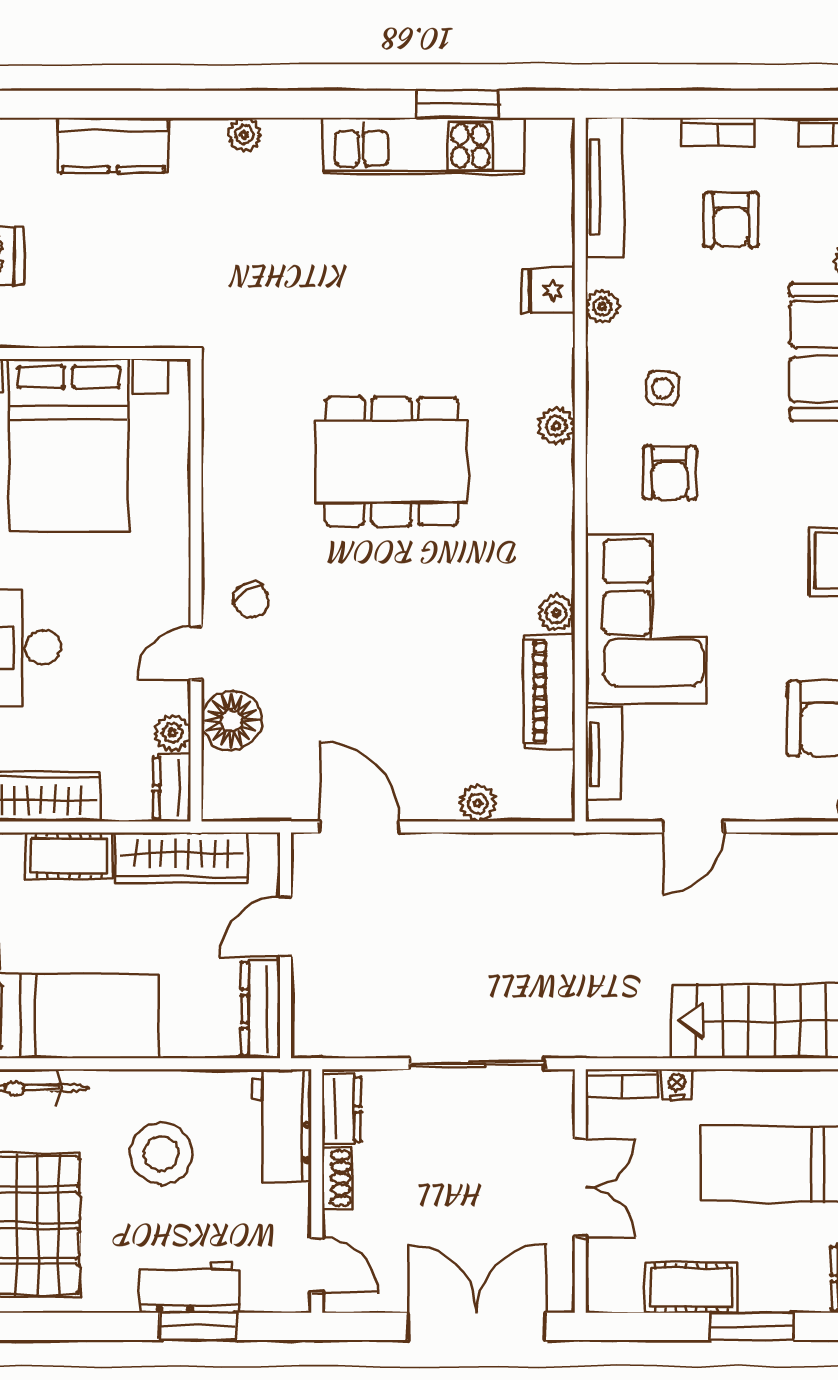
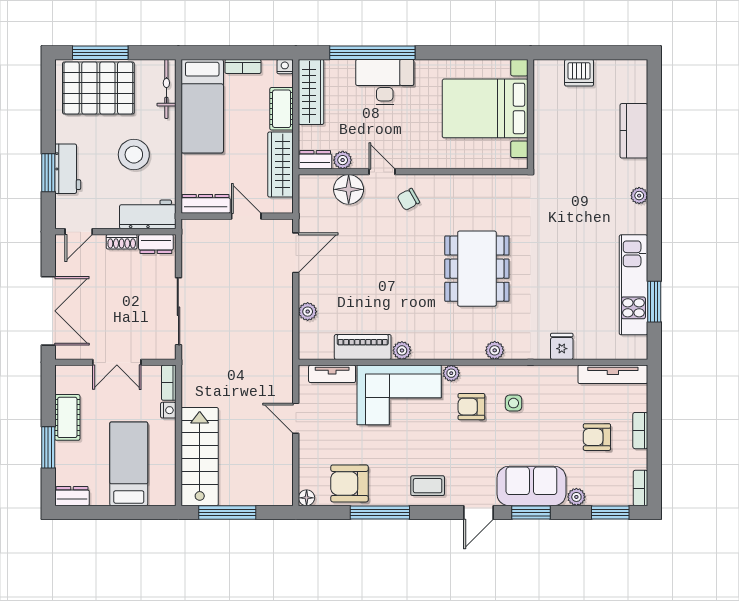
plant: (602, 307) -> (451, 373), moved

